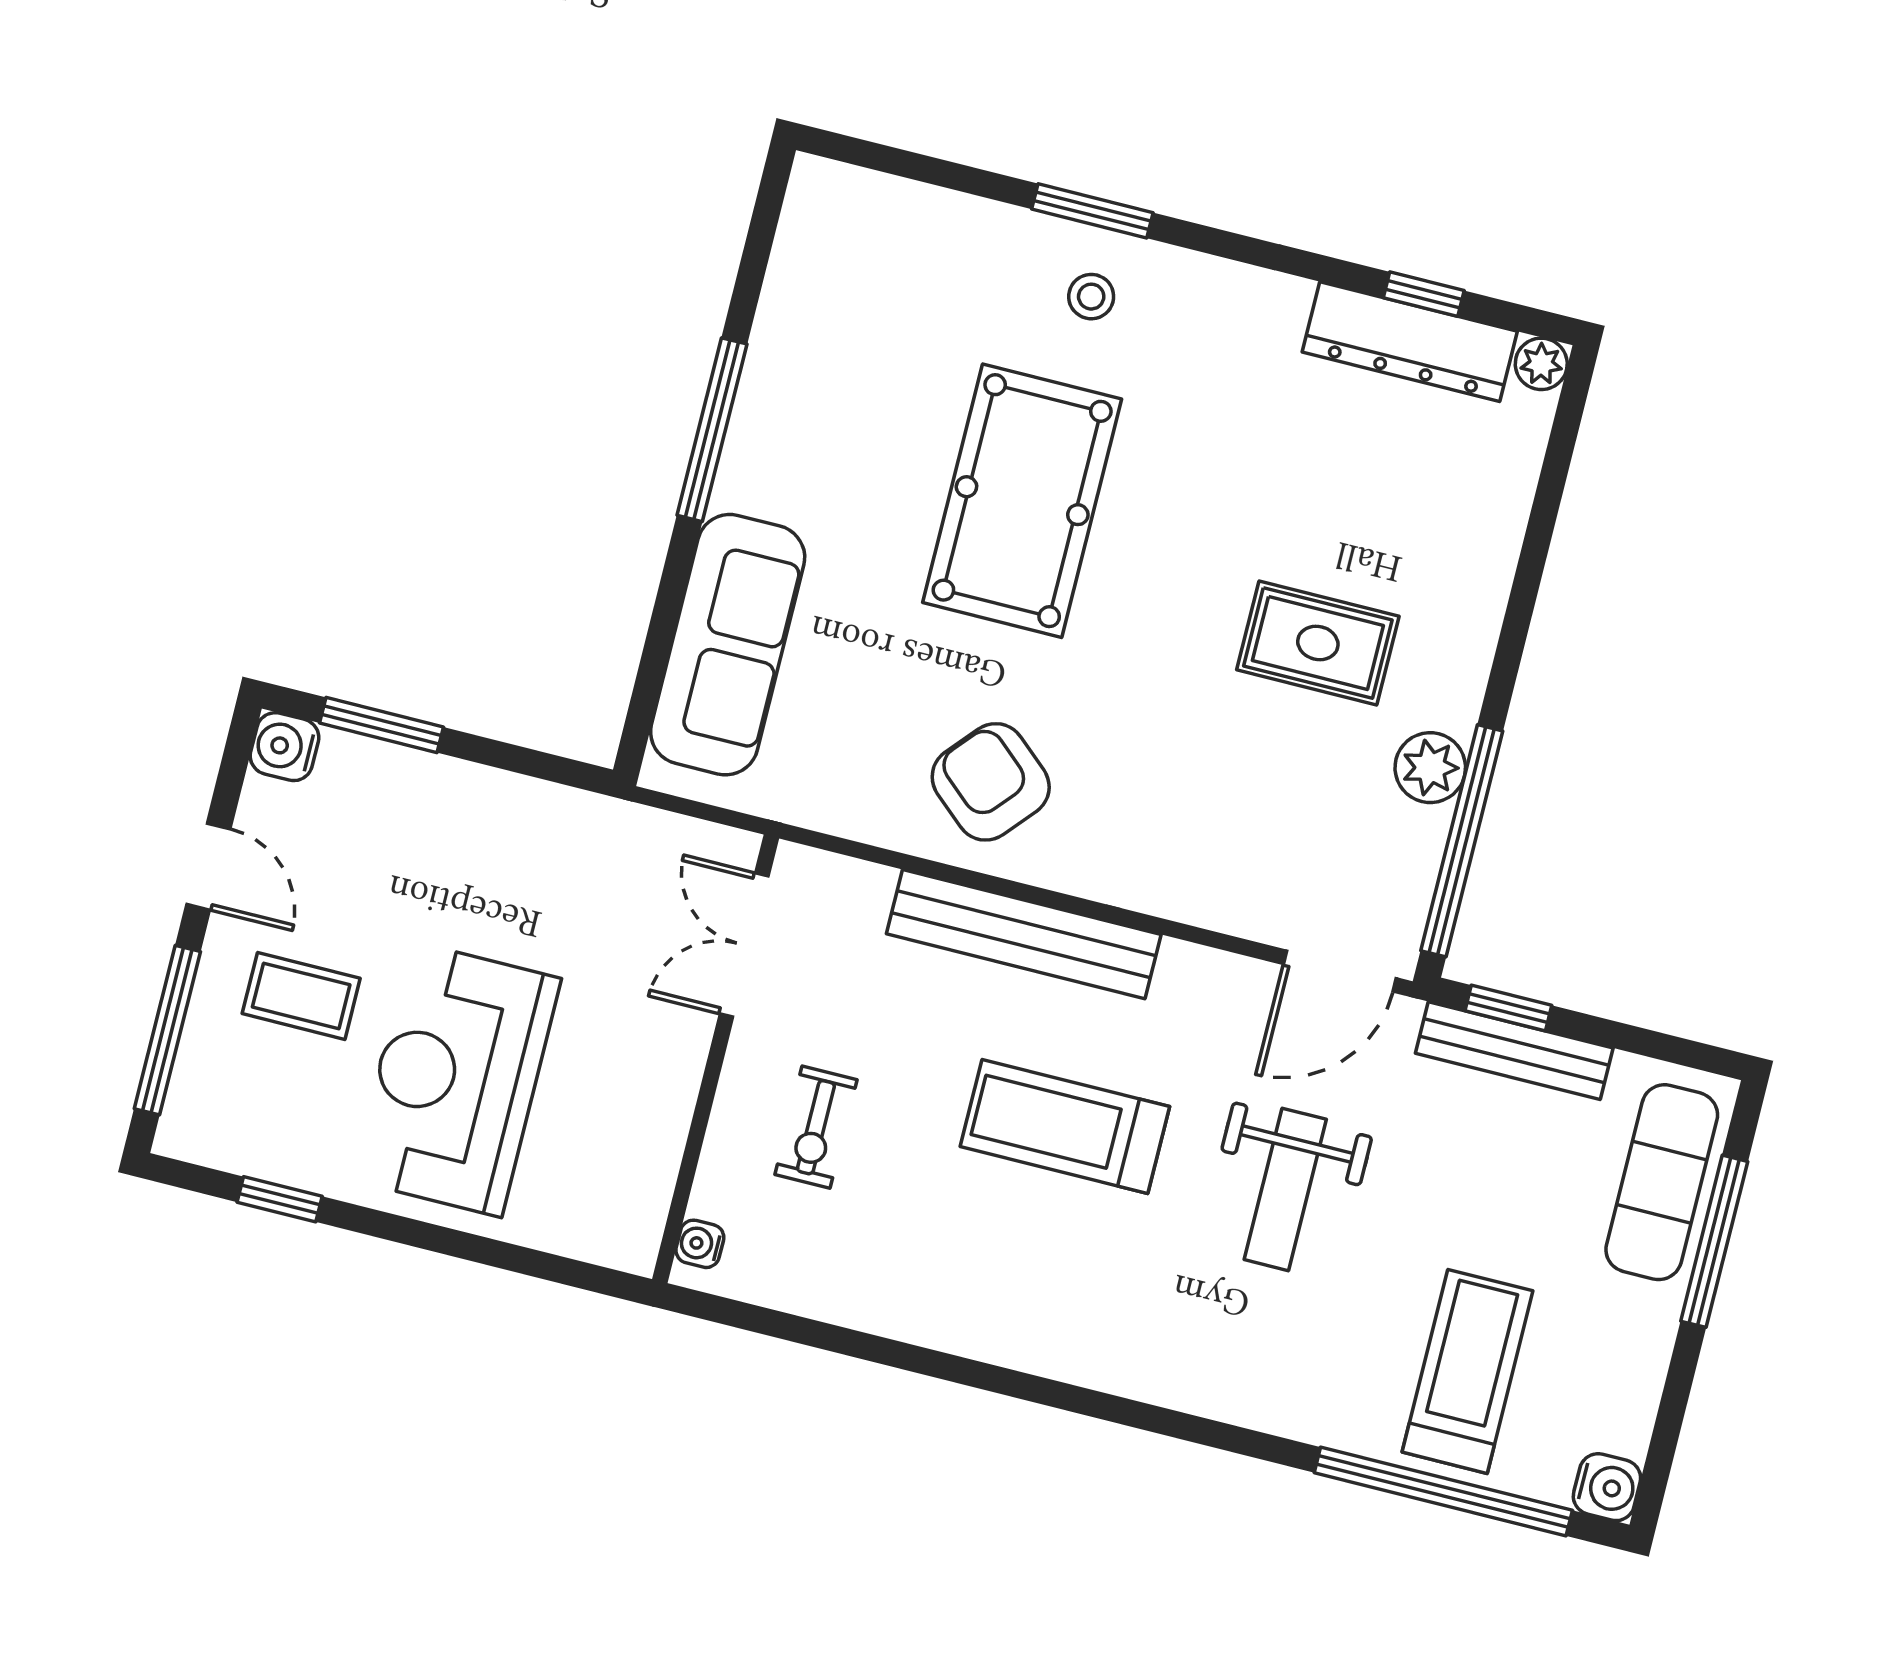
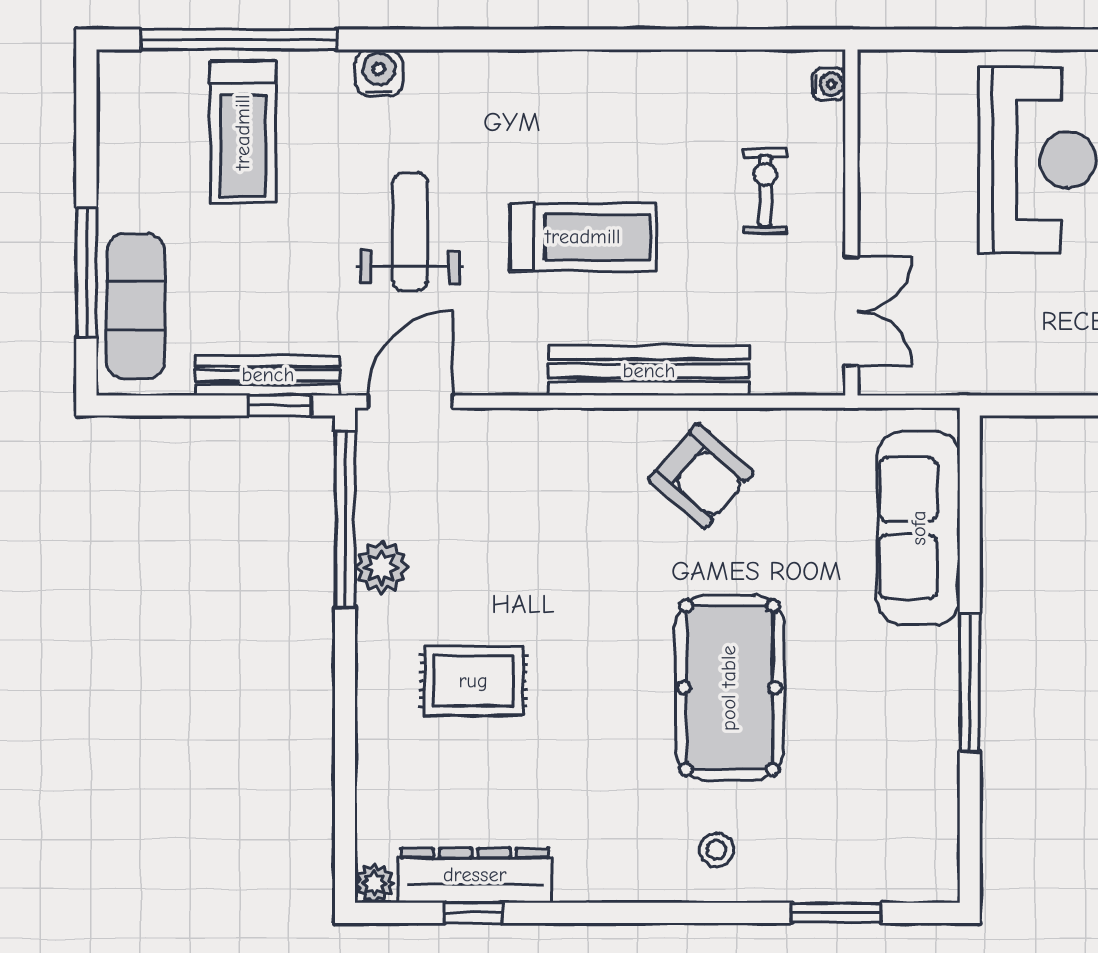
window: (1092, 211) -> (836, 913), moved
rug: (1318, 643) -> (473, 681), moved
water cooler: (1607, 1487) -> (379, 73), moved, turned 90

